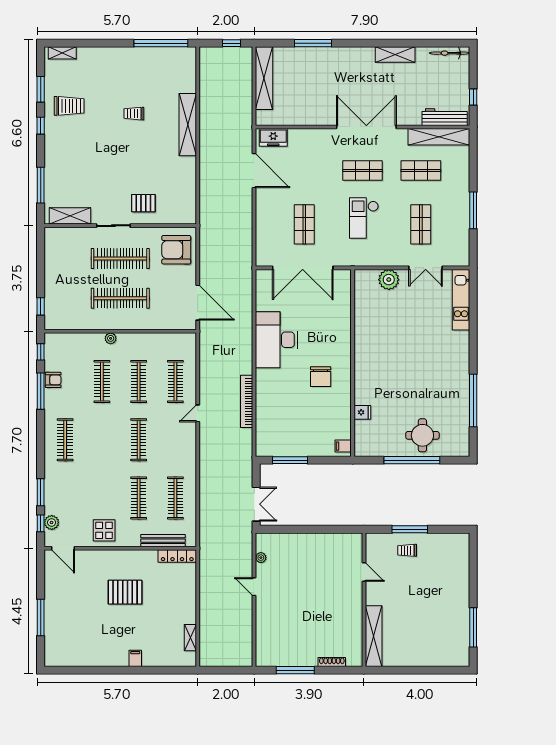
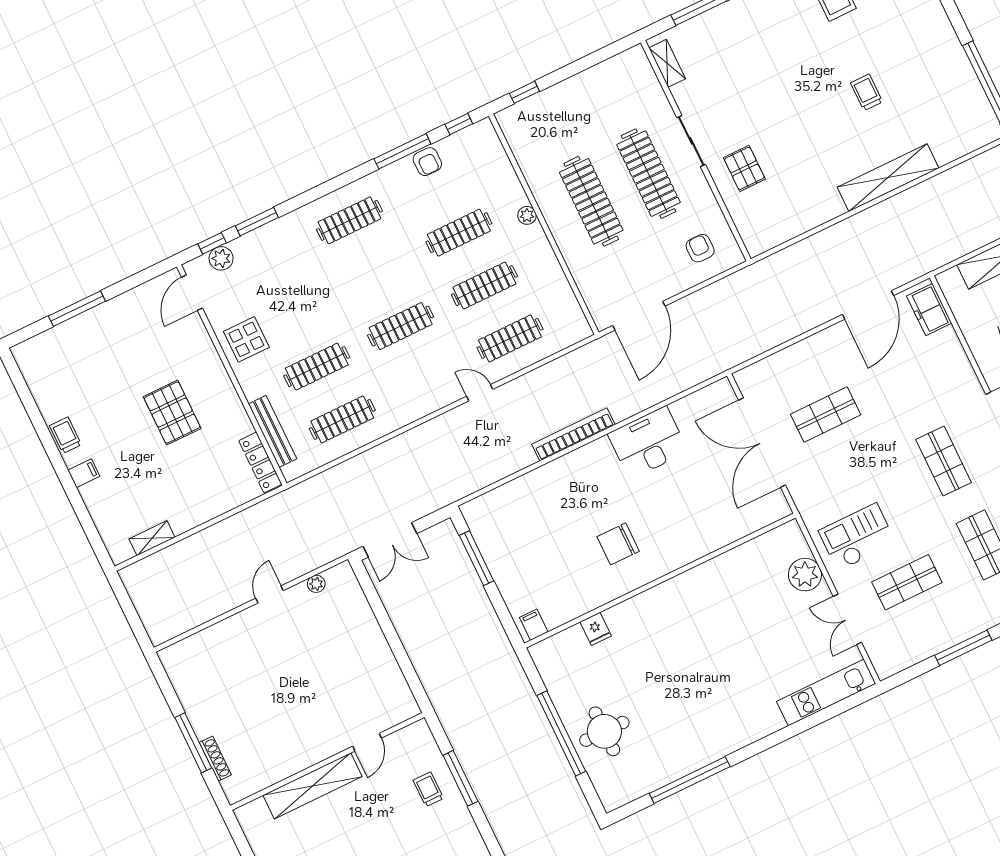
shelving: (70, 216) -> (667, 63), width x0.67, depth x0.75
checkout: (364, 218) -> (857, 537), moved
armchair: (176, 250) -> (700, 248), width x0.53, depth x0.53
desk: (277, 340) -> (648, 443), width x0.73, depth x0.77
bookcase: (247, 401) -> (573, 434), moved
shelving: (374, 636) -> (313, 786), moved
trolley: (109, 658) -> (65, 435), added
window: (295, 670) -> (193, 743), moved

